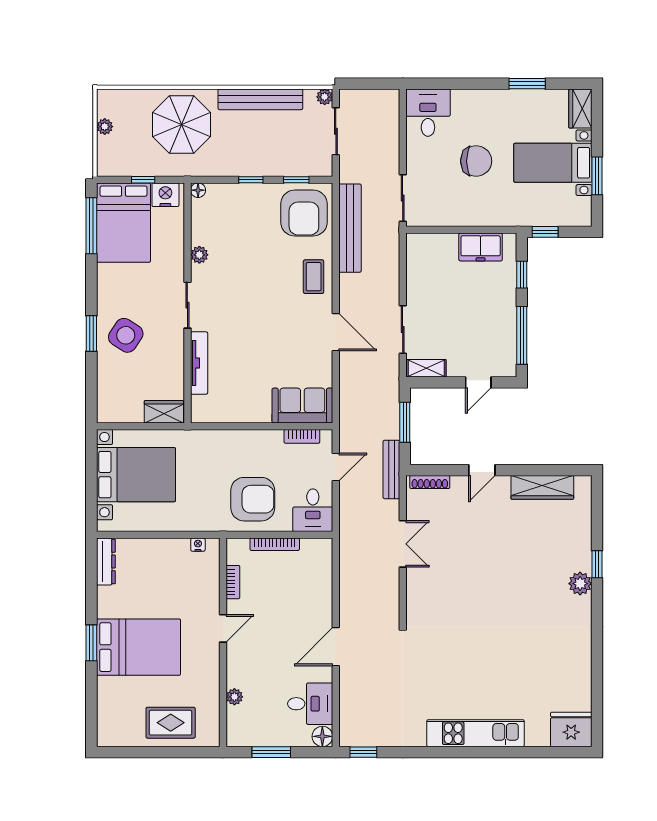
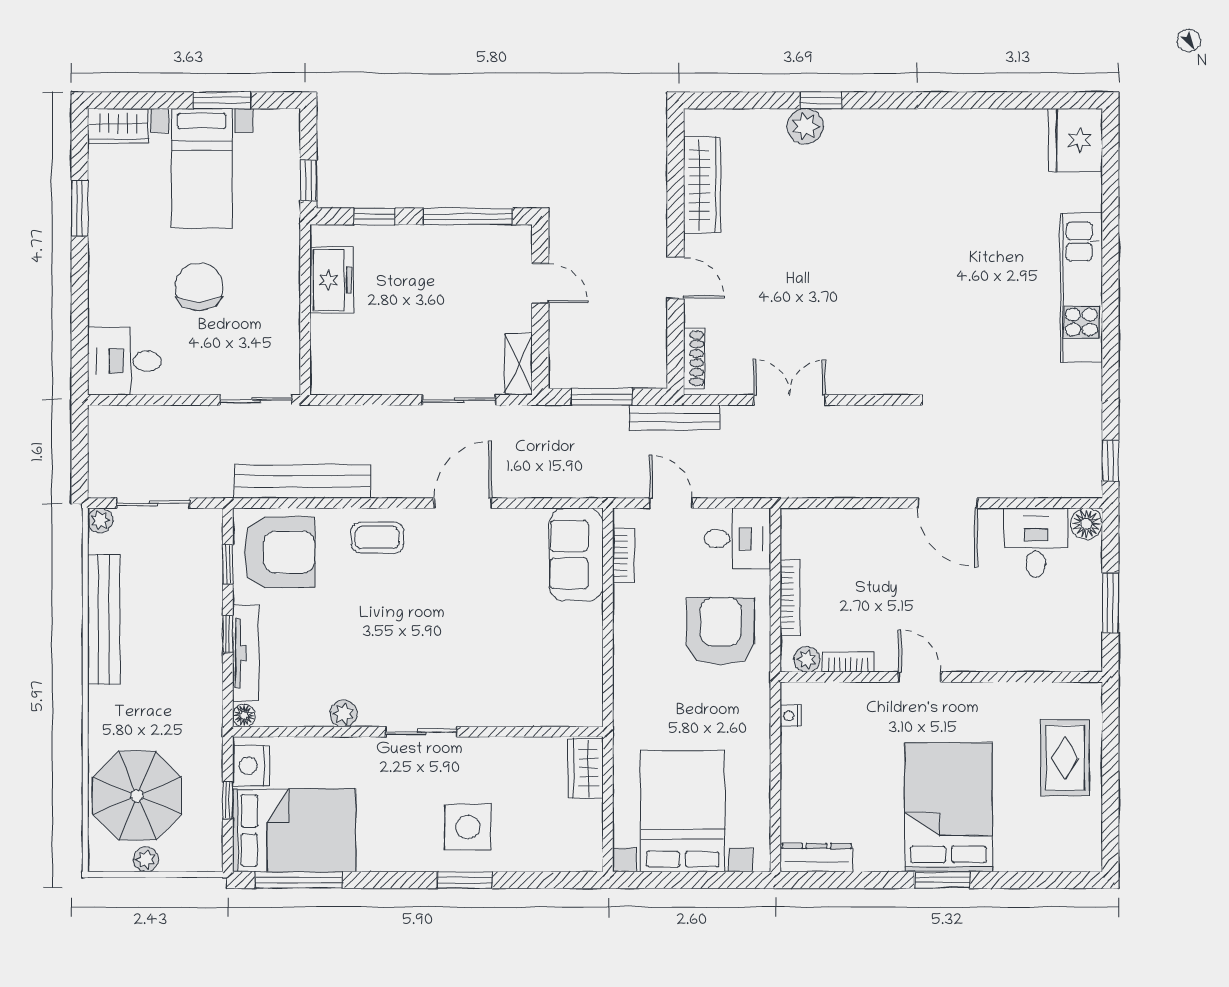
parasol: (181, 125) -> (137, 796), moved
side table: (126, 335) -> (468, 827), turned -33
tv unit: (199, 363) -> (246, 653), moved, turned 90
plant: (580, 584) -> (805, 126), moved
plant: (234, 697) -> (807, 659), moved

